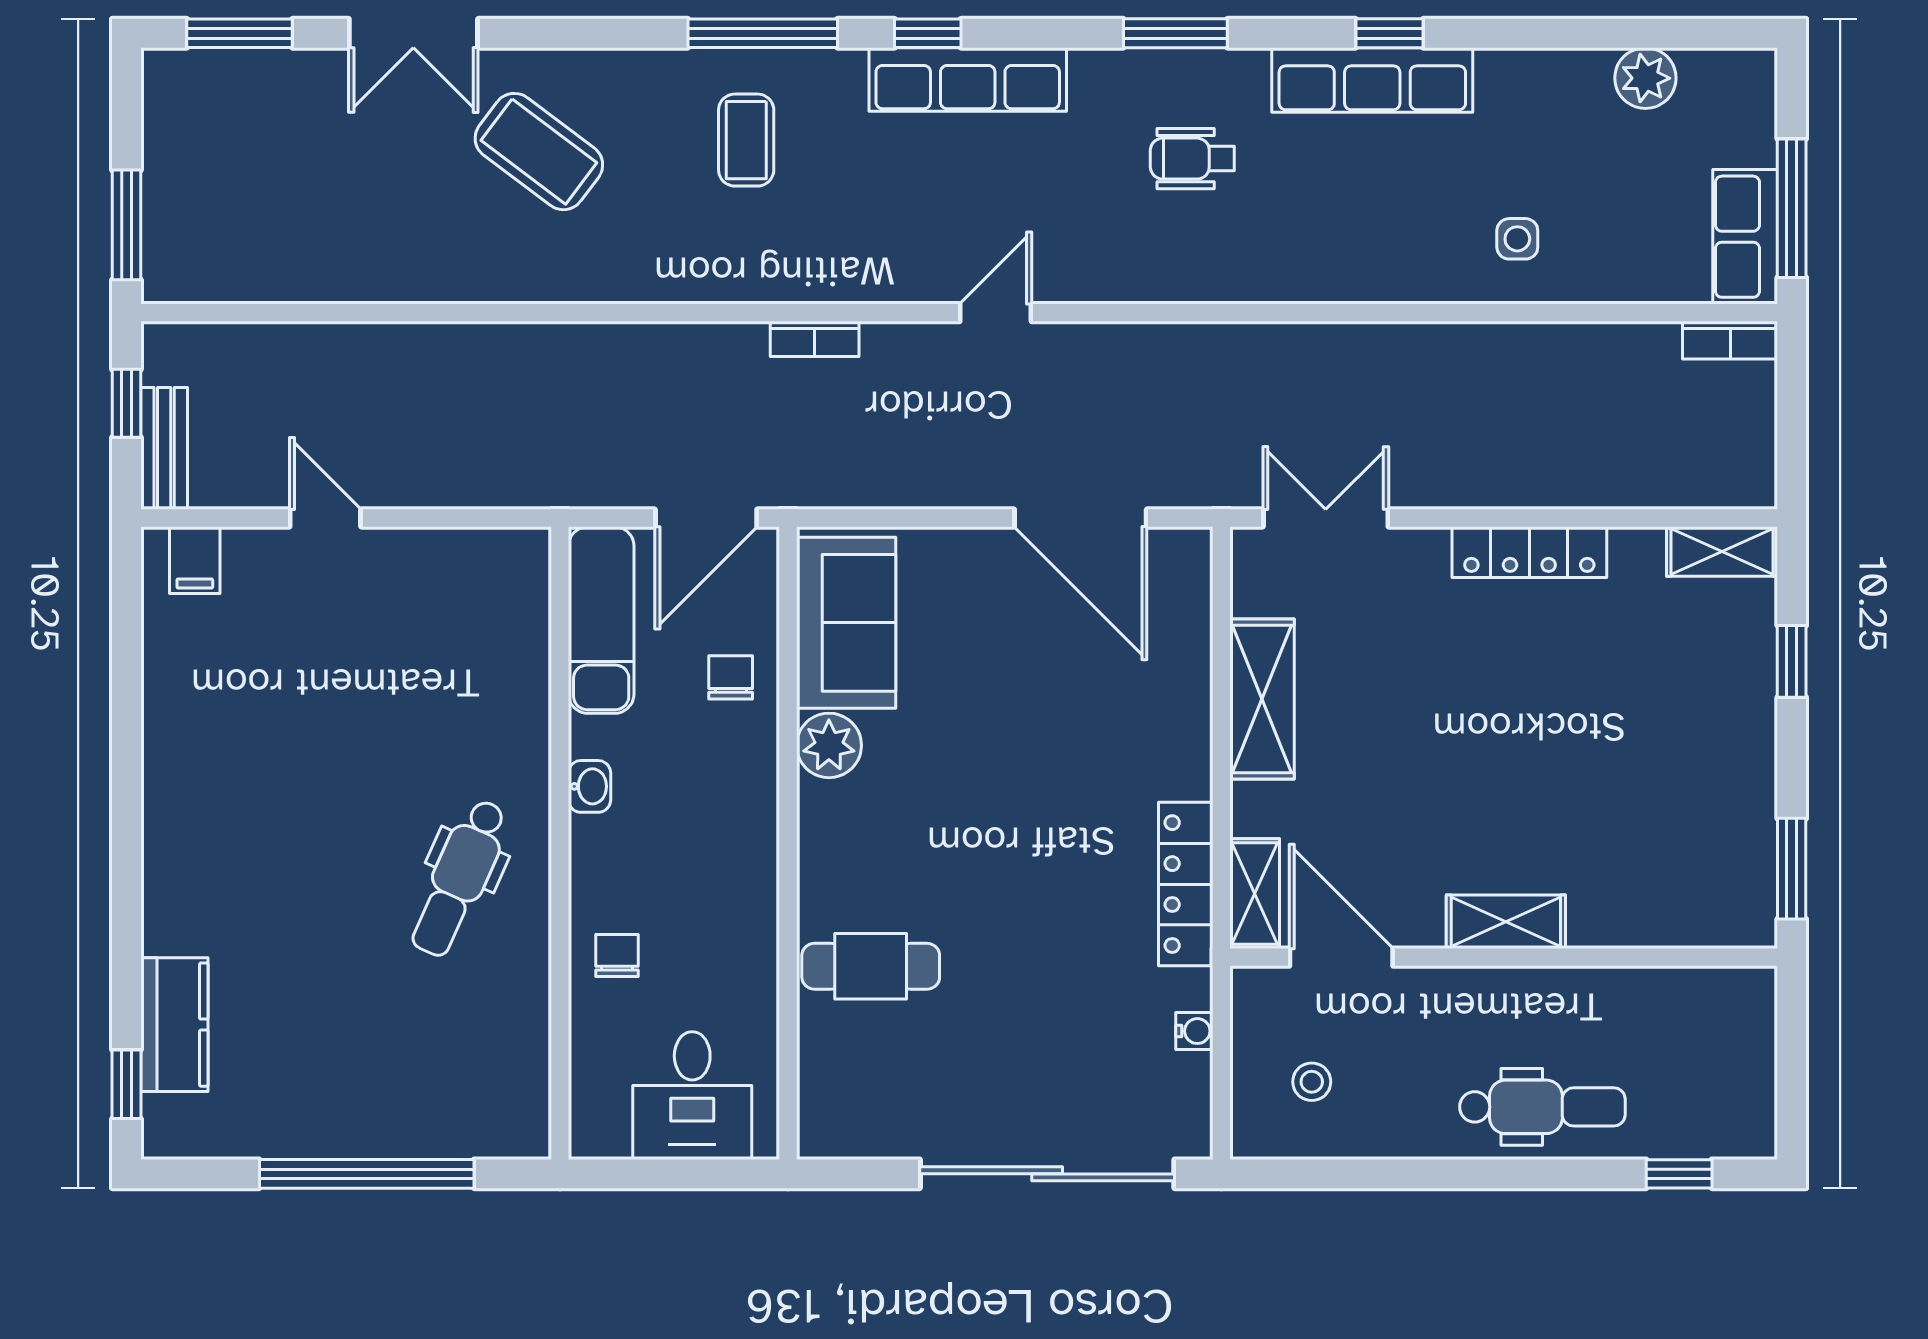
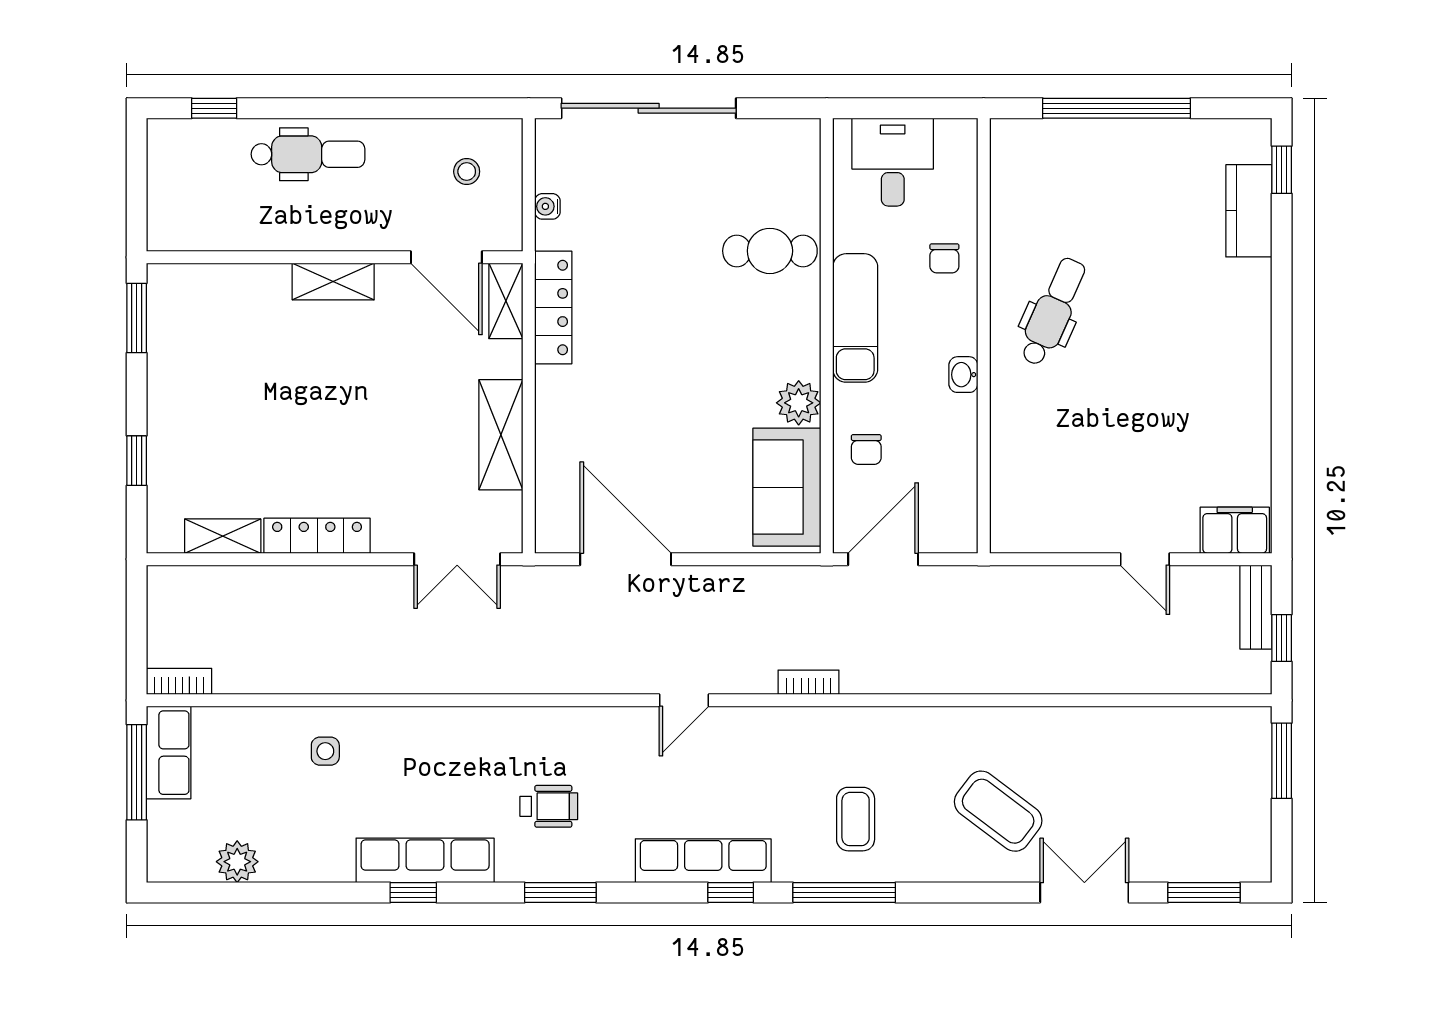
shelving: (1722, 551) -> (223, 536), moved
filing cabinet: (195, 560) -> (1235, 530), width x2.00
exam couch: (601, 620) -> (855, 318), moved, turned 180
dental chair: (1542, 1107) -> (308, 154), turned 180

